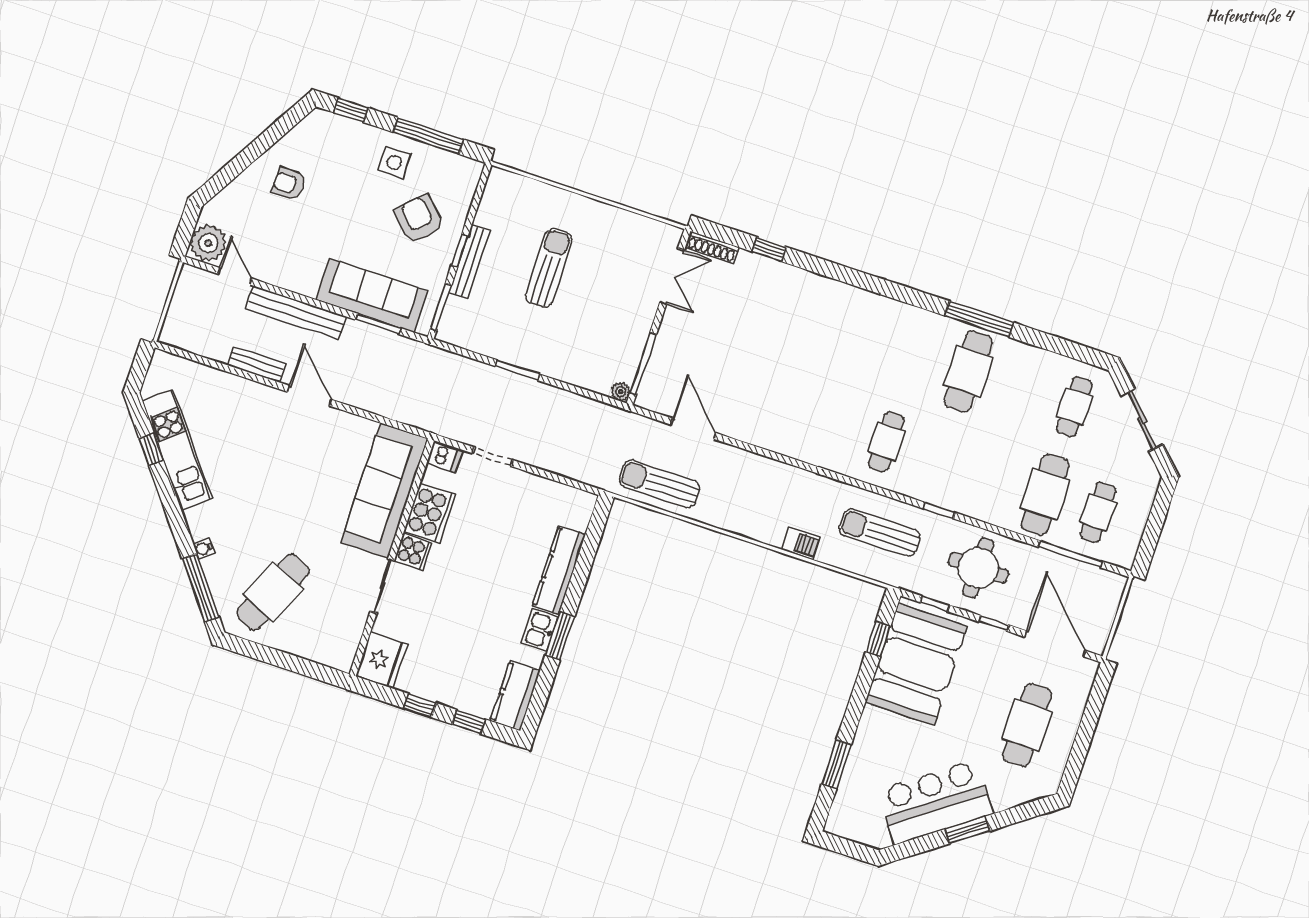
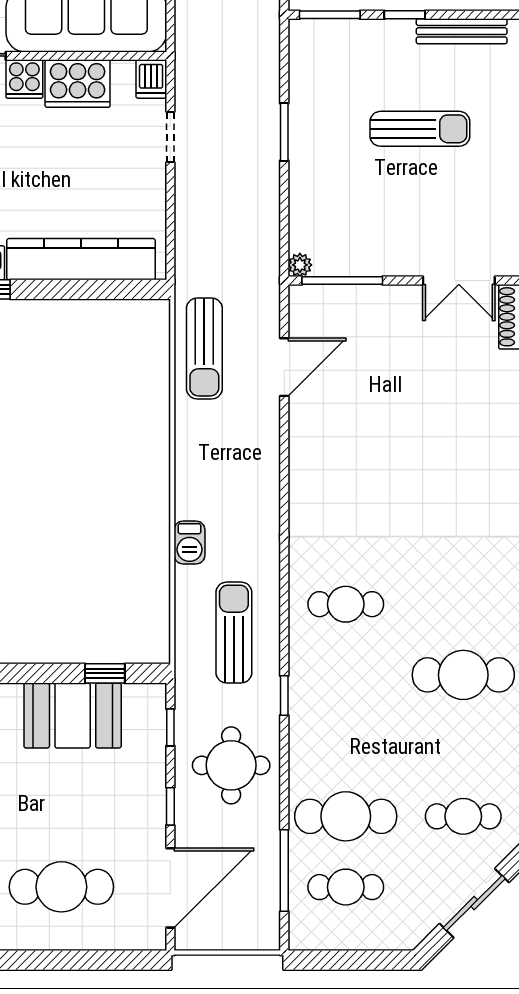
bench: (470, 262) -> (462, 31), moved
sun lounger: (660, 484) -> (204, 348), turned 180
kitchen counter: (559, 570) -> (81, 259), width x1.39, depth x1.17
booth: (916, 664) -> (73, 716), width x0.73, depth x0.70

